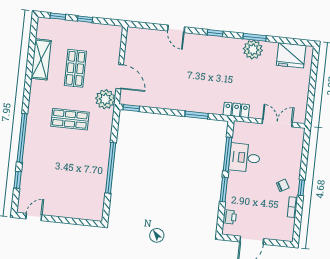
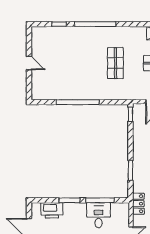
plant: (105, 99) -> (136, 91), removed
door: (34, 217) -> (29, 63), moved
printer: (230, 217) -> (52, 210), width x1.87, depth x1.48

